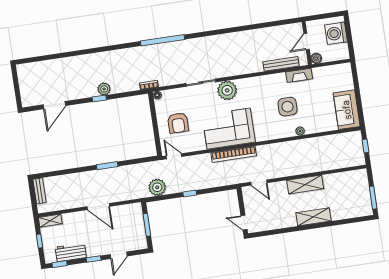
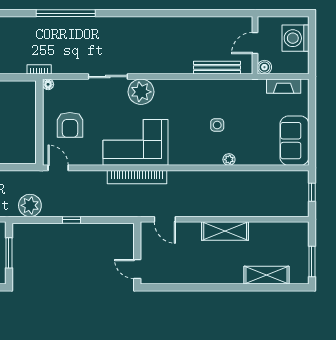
fireplace: (299, 75) -> (284, 86), moved
side table: (287, 107) -> (217, 125), width x0.54, depth x0.54
shelving: (313, 217) -> (267, 275), moved

